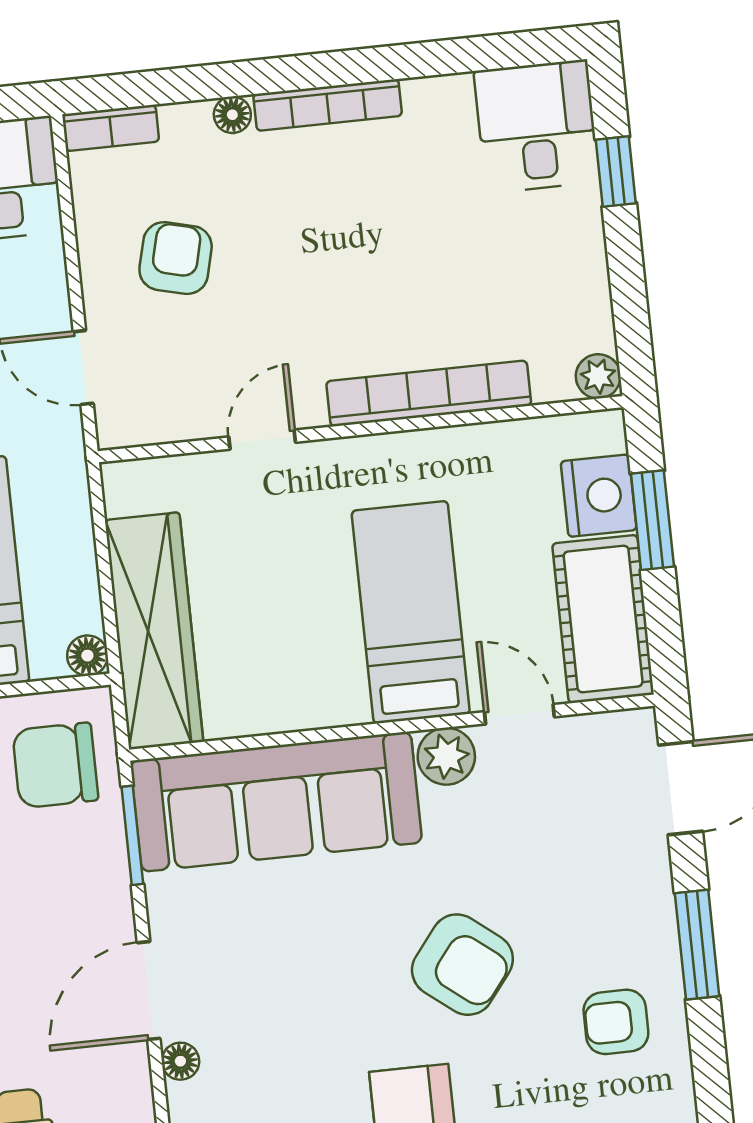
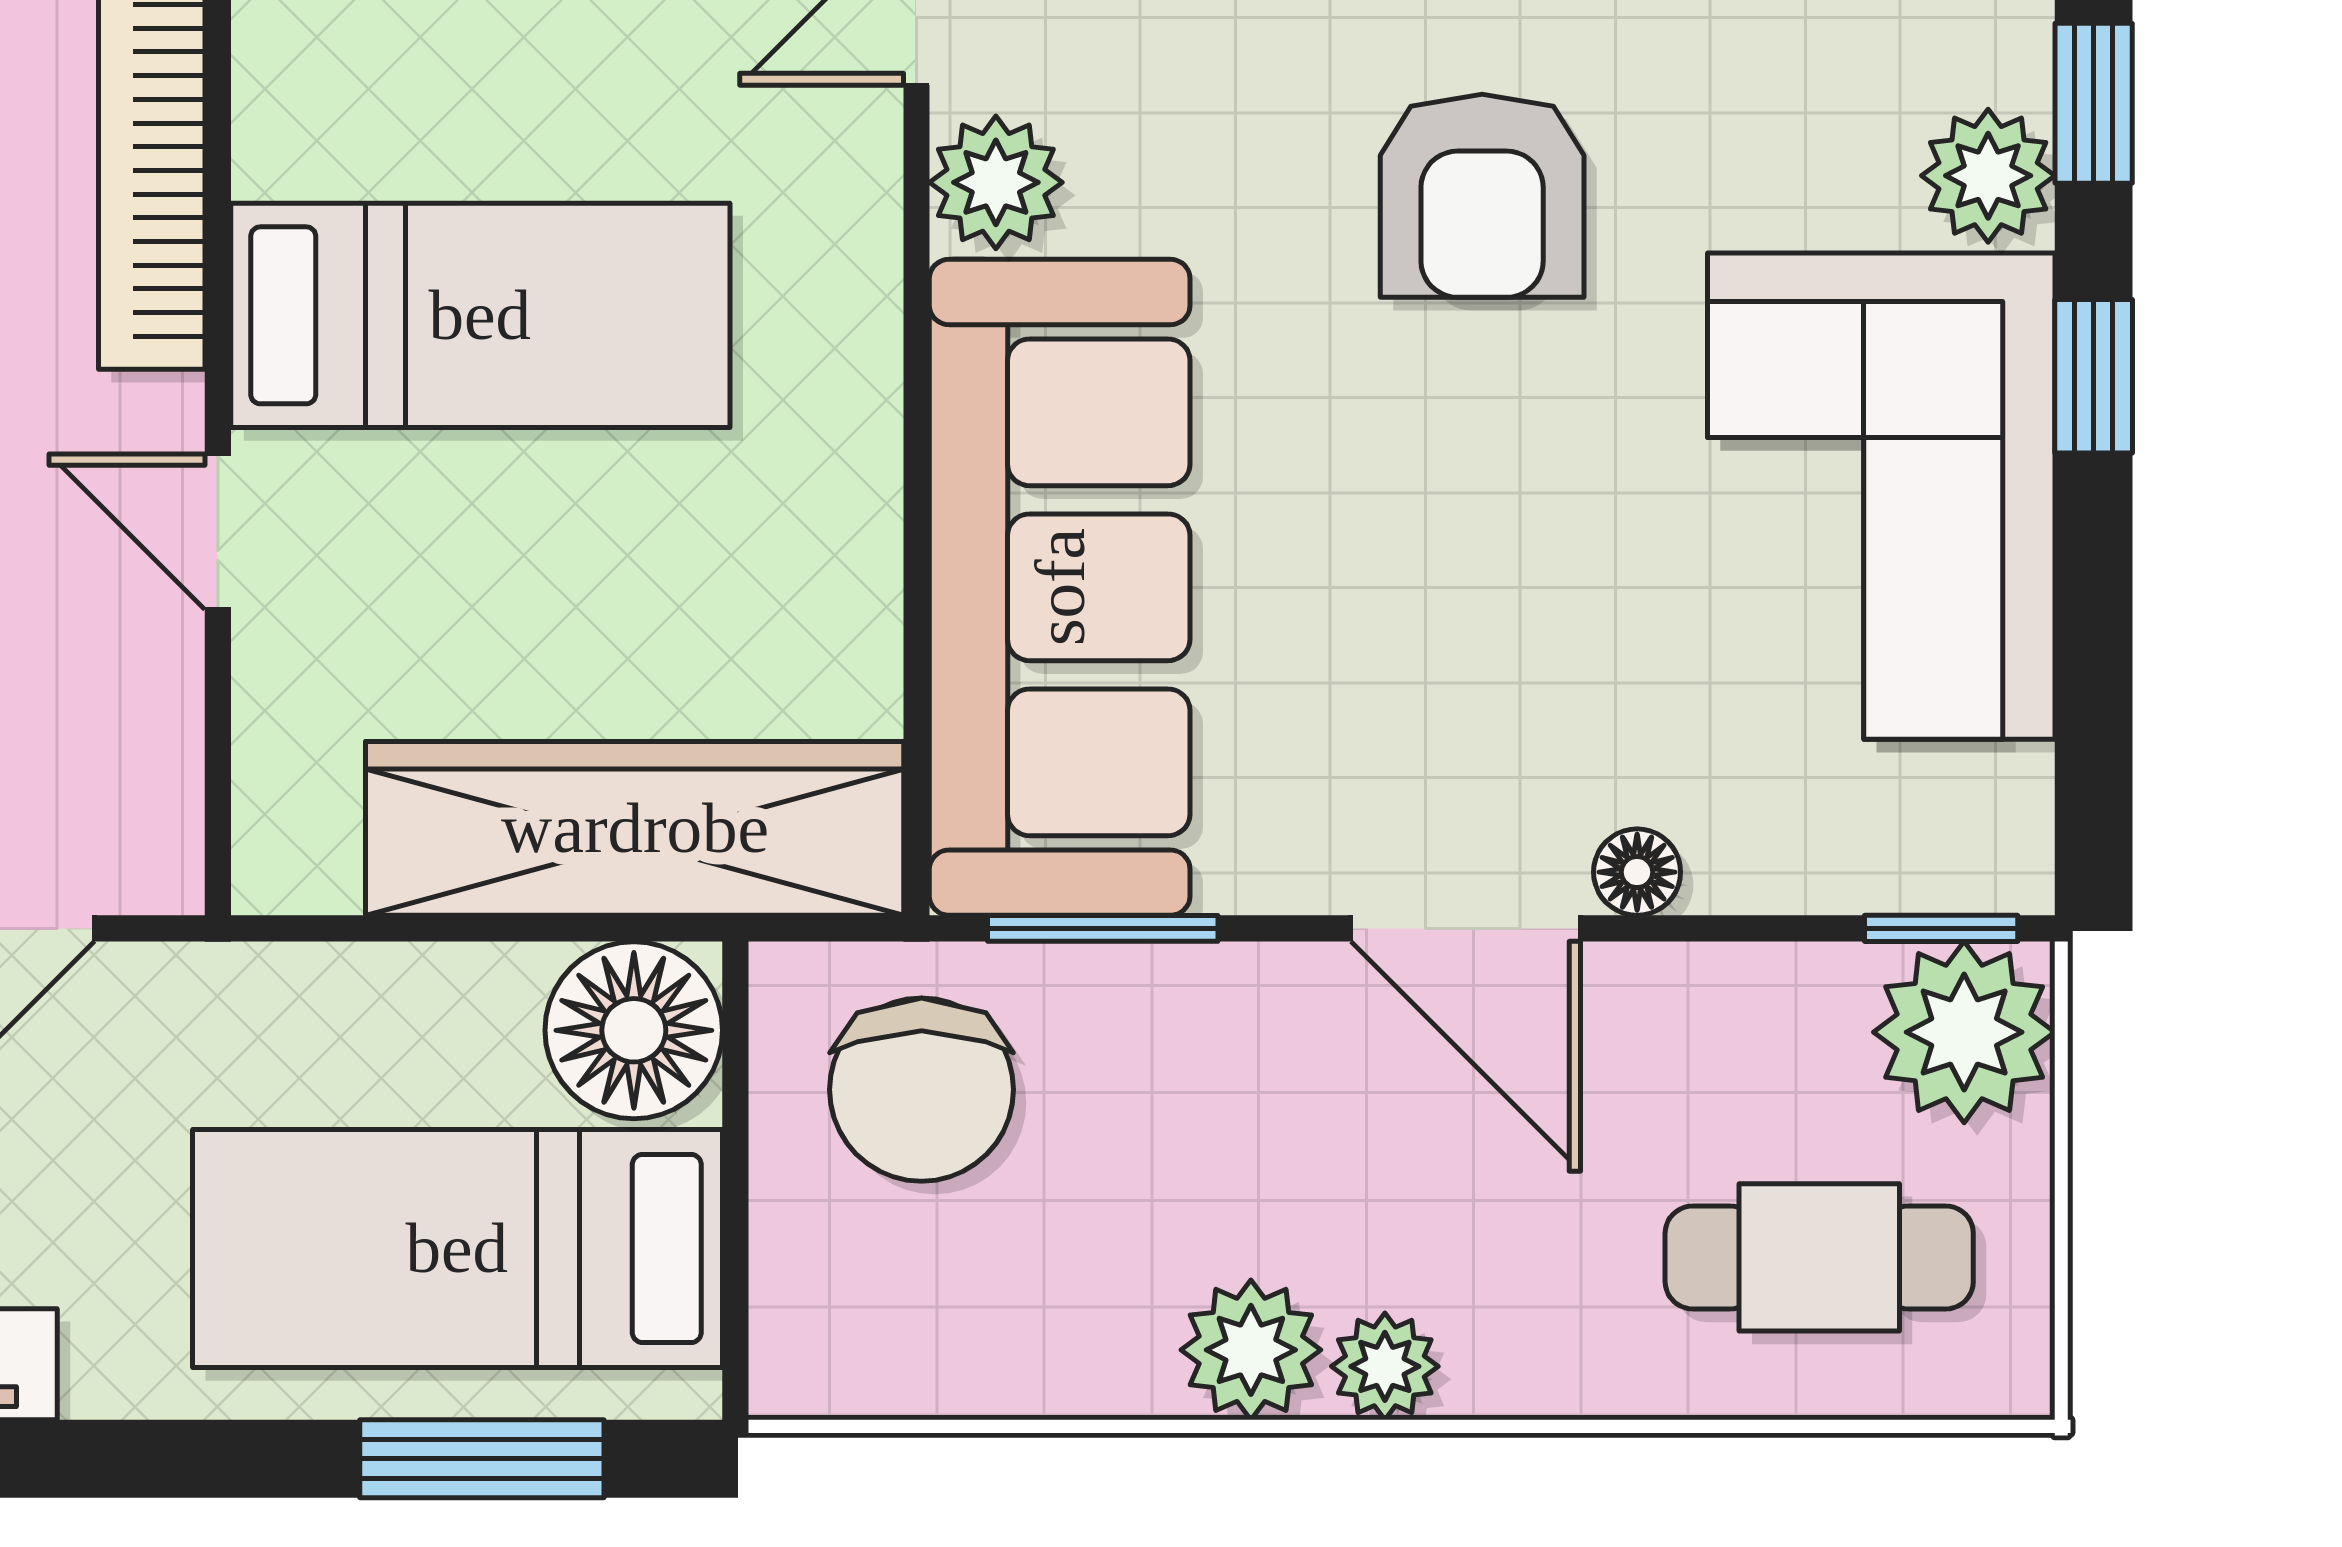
bed: (411, 612) -> (480, 315), moved, turned 180
floor lamp: (87, 656) -> (634, 1030), width x1.89, depth x1.89
armchair: (462, 965) -> (1482, 196), turned 142

